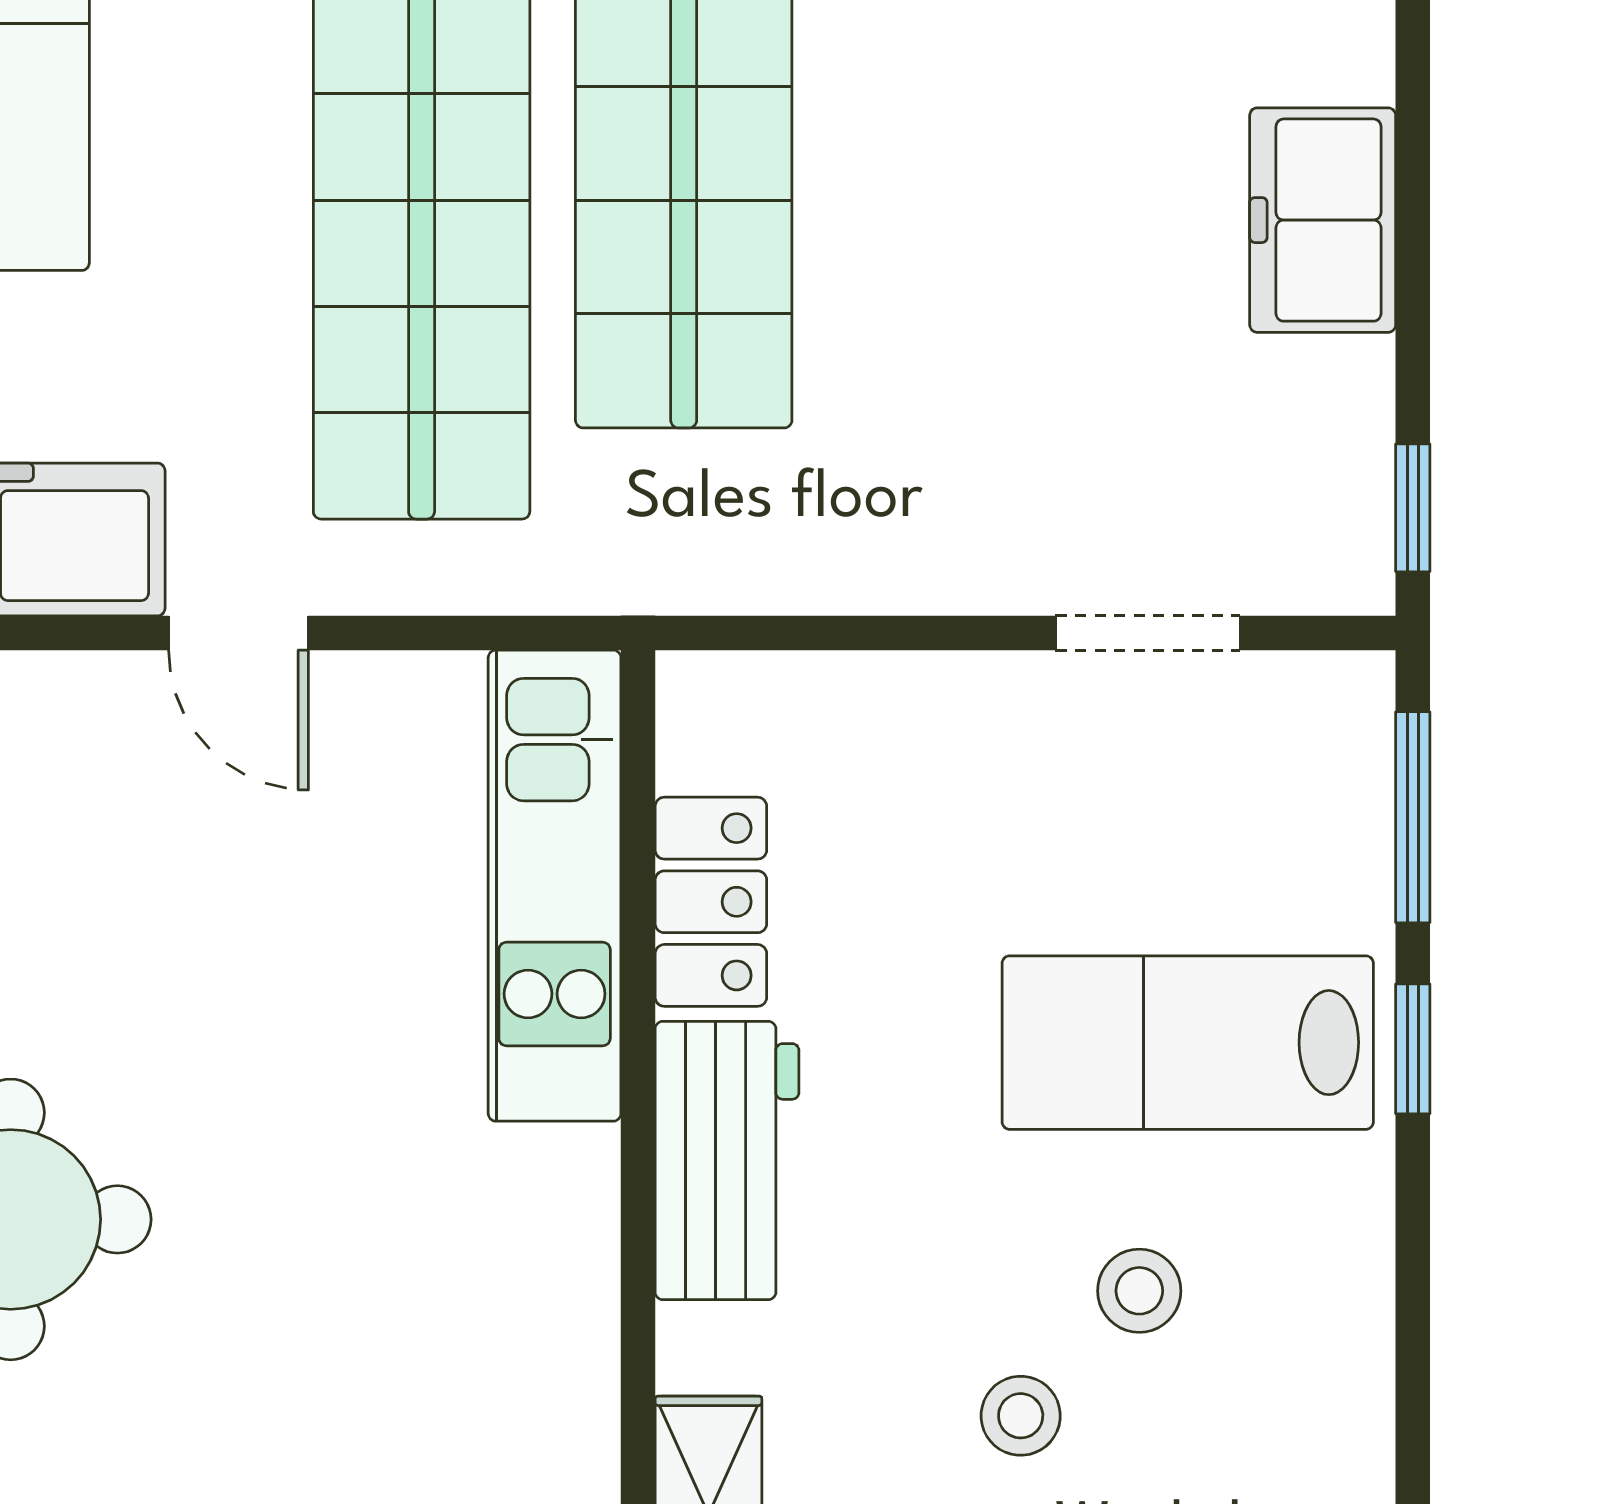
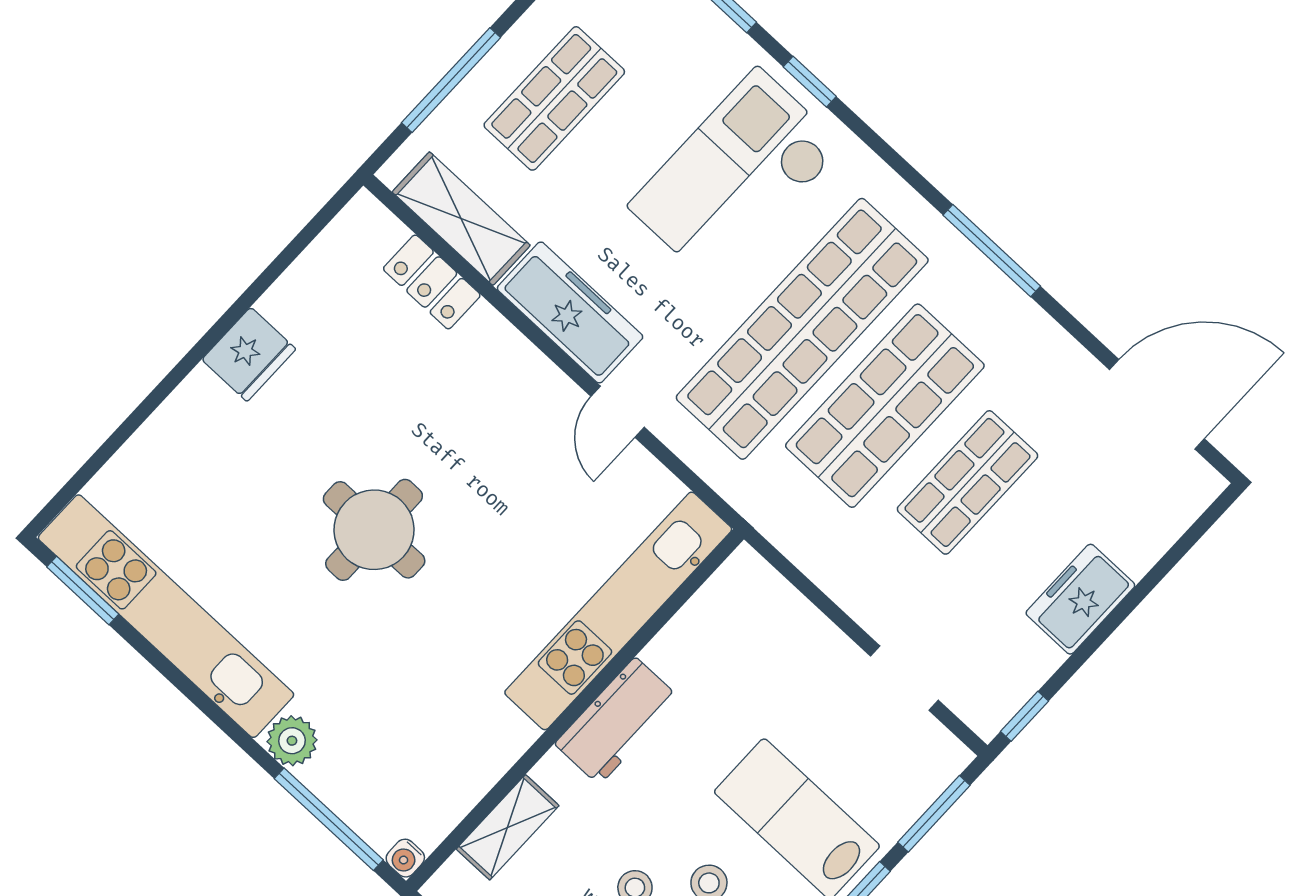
shop shelf: (946, 200) -> (968, 482), added
kitchen unit: (555, 886) -> (618, 611), width x1.36
locker: (711, 902) -> (688, 635), removed

